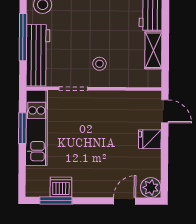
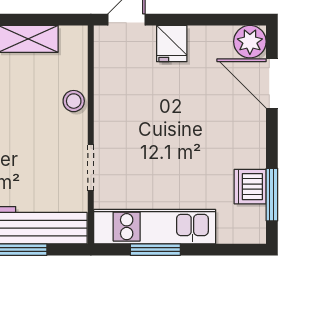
stool: (99, 64) -> (74, 101), moved
door: (125, 201) -> (272, 84), width x1.38

